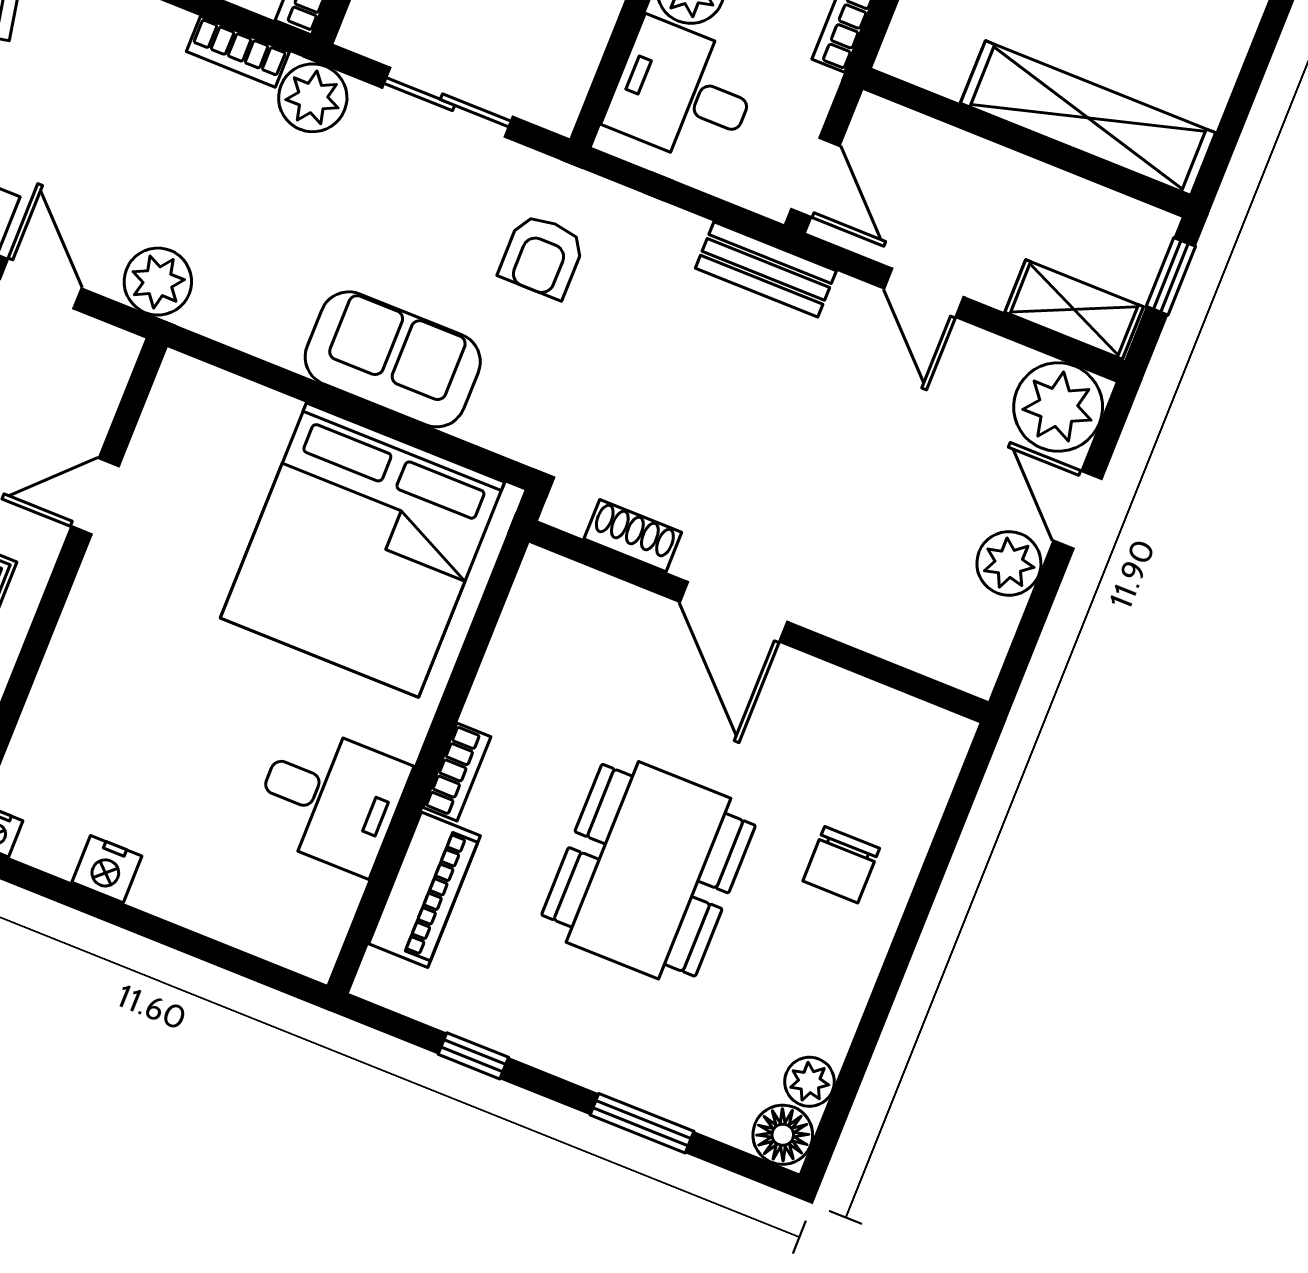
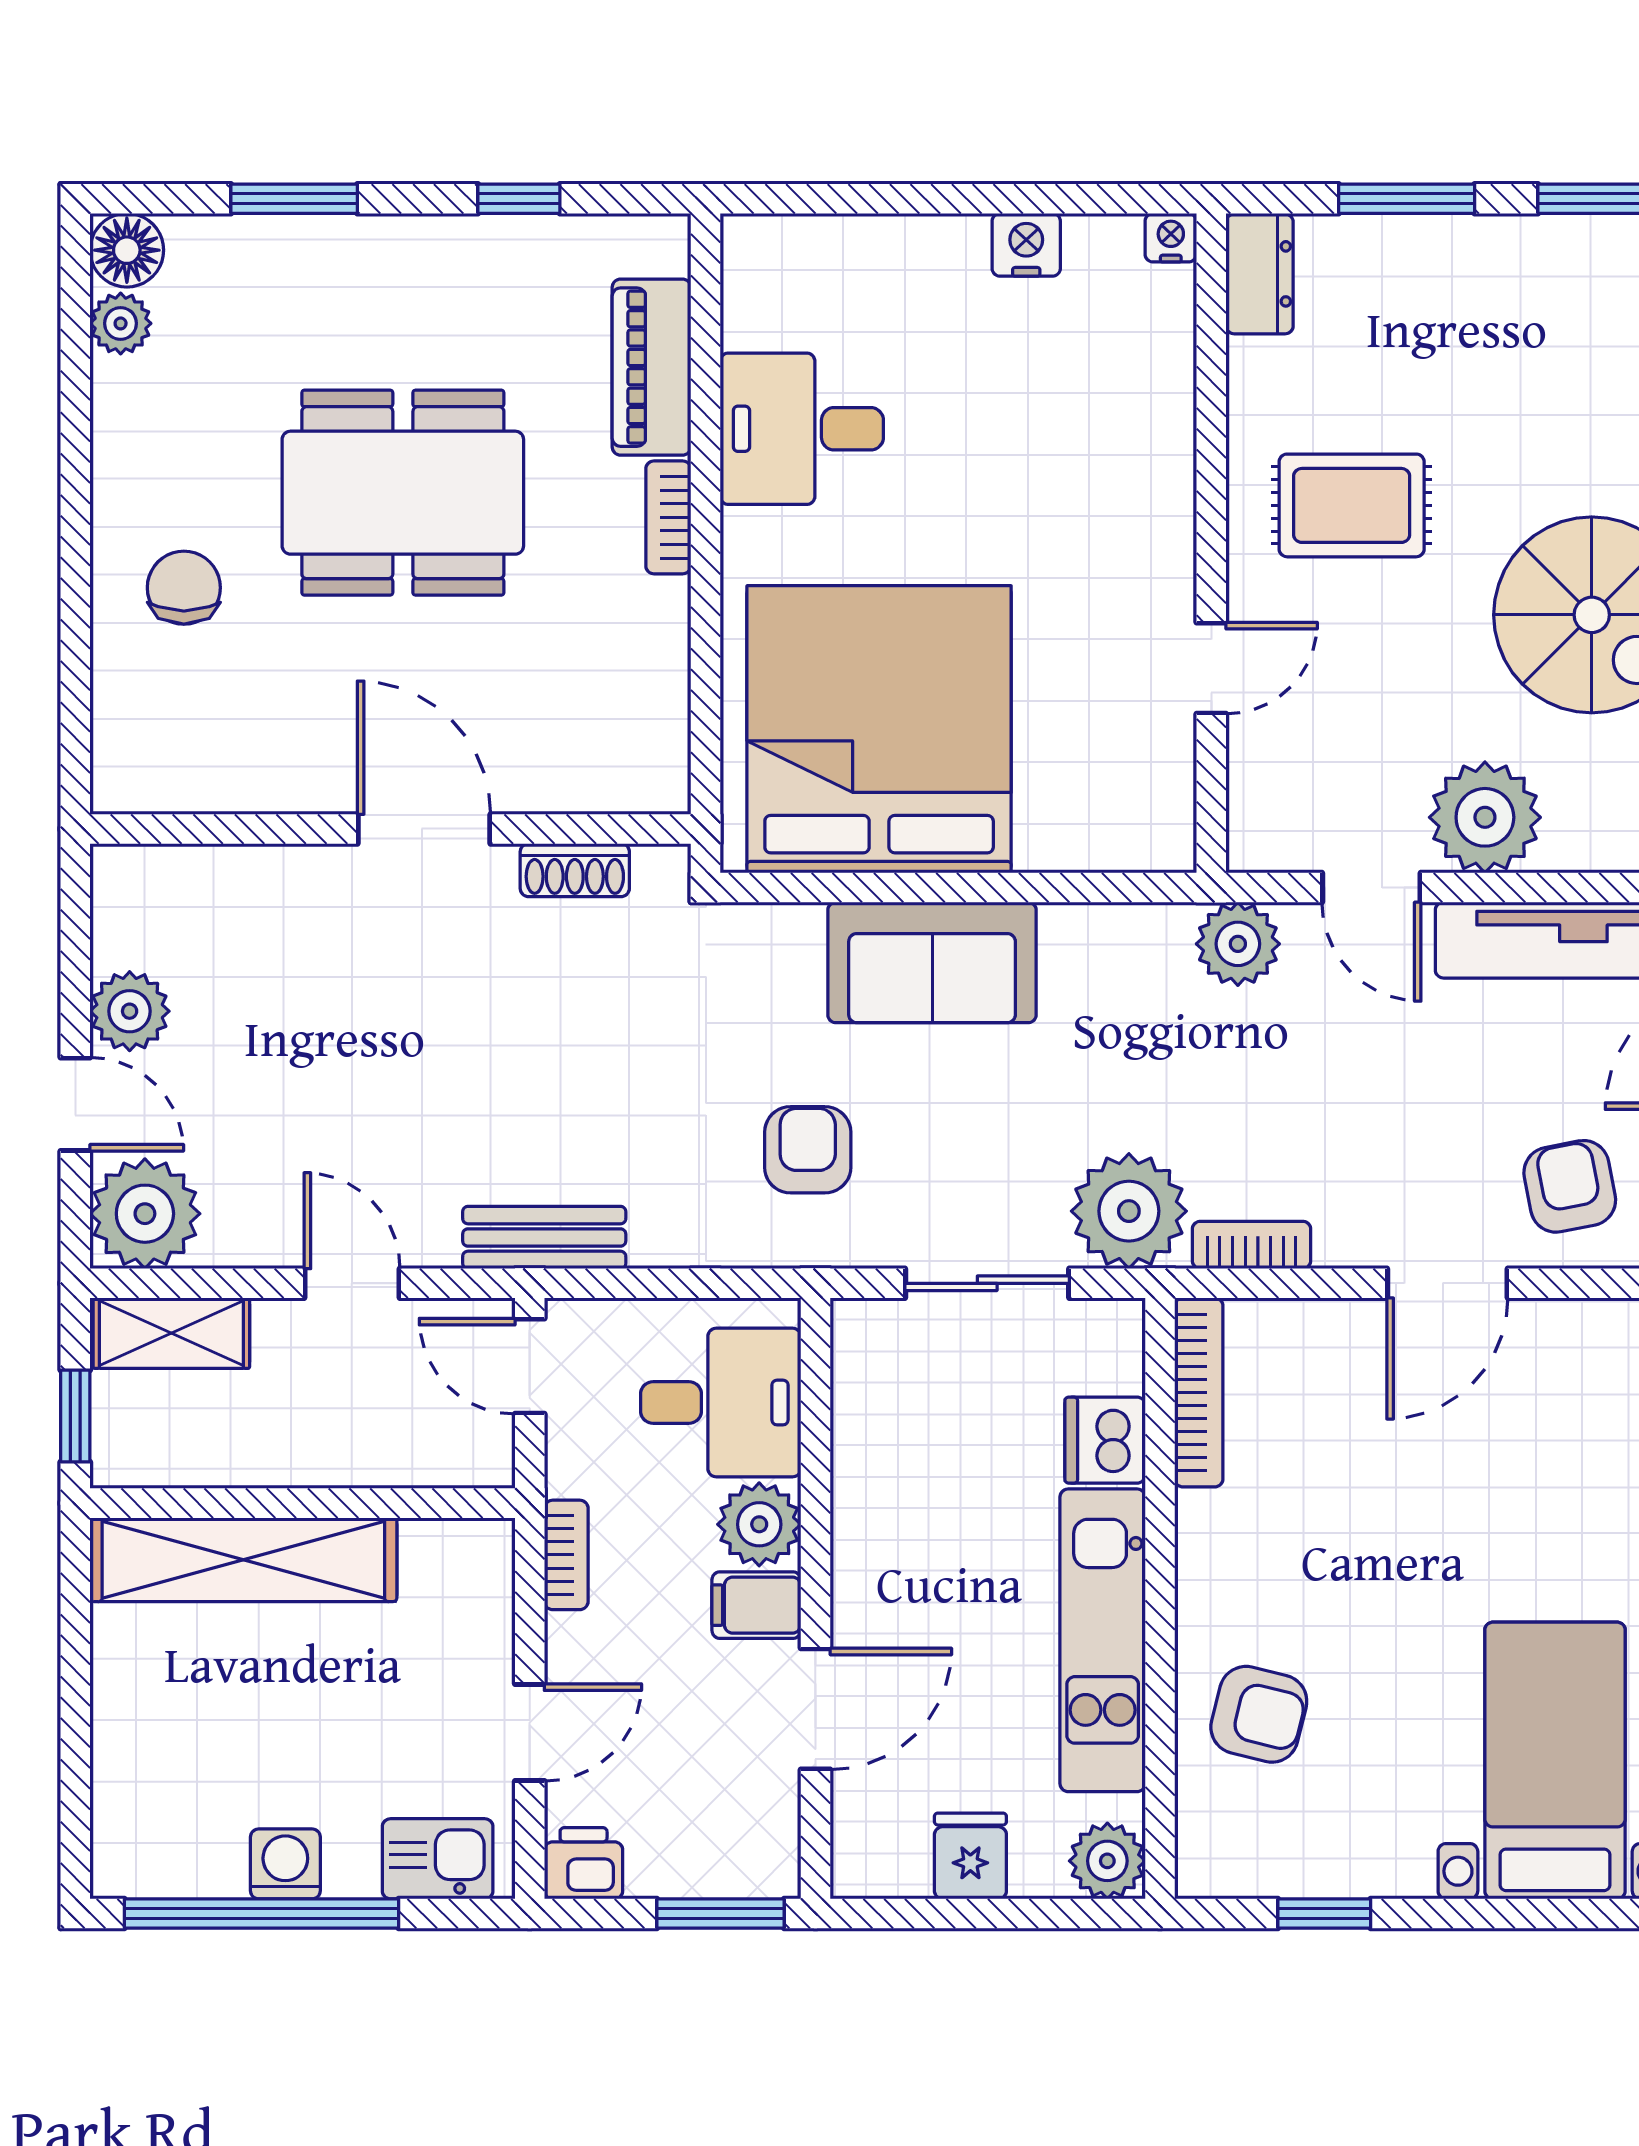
plant: (313, 98) -> (1129, 1211), width x1.36, depth x1.36
dining table: (649, 870) -> (403, 493), turned 90

